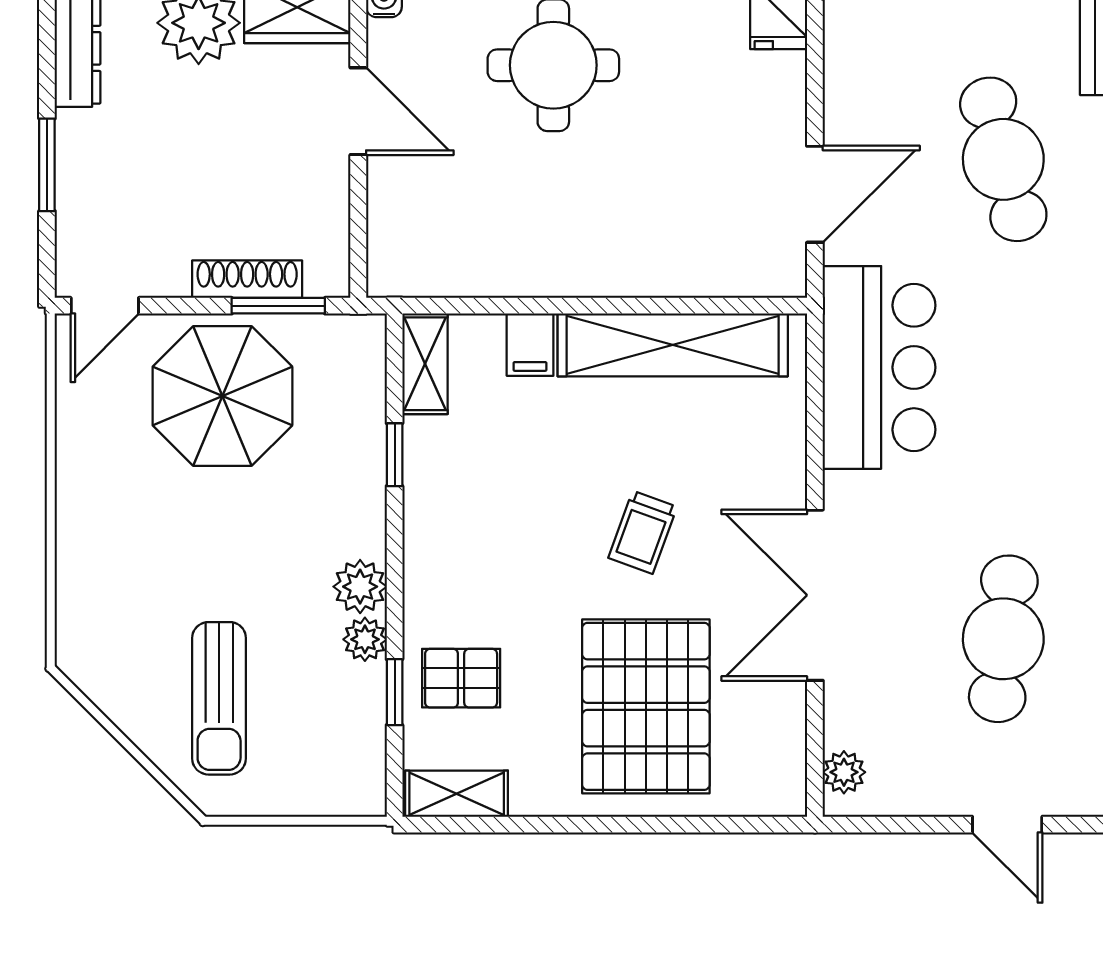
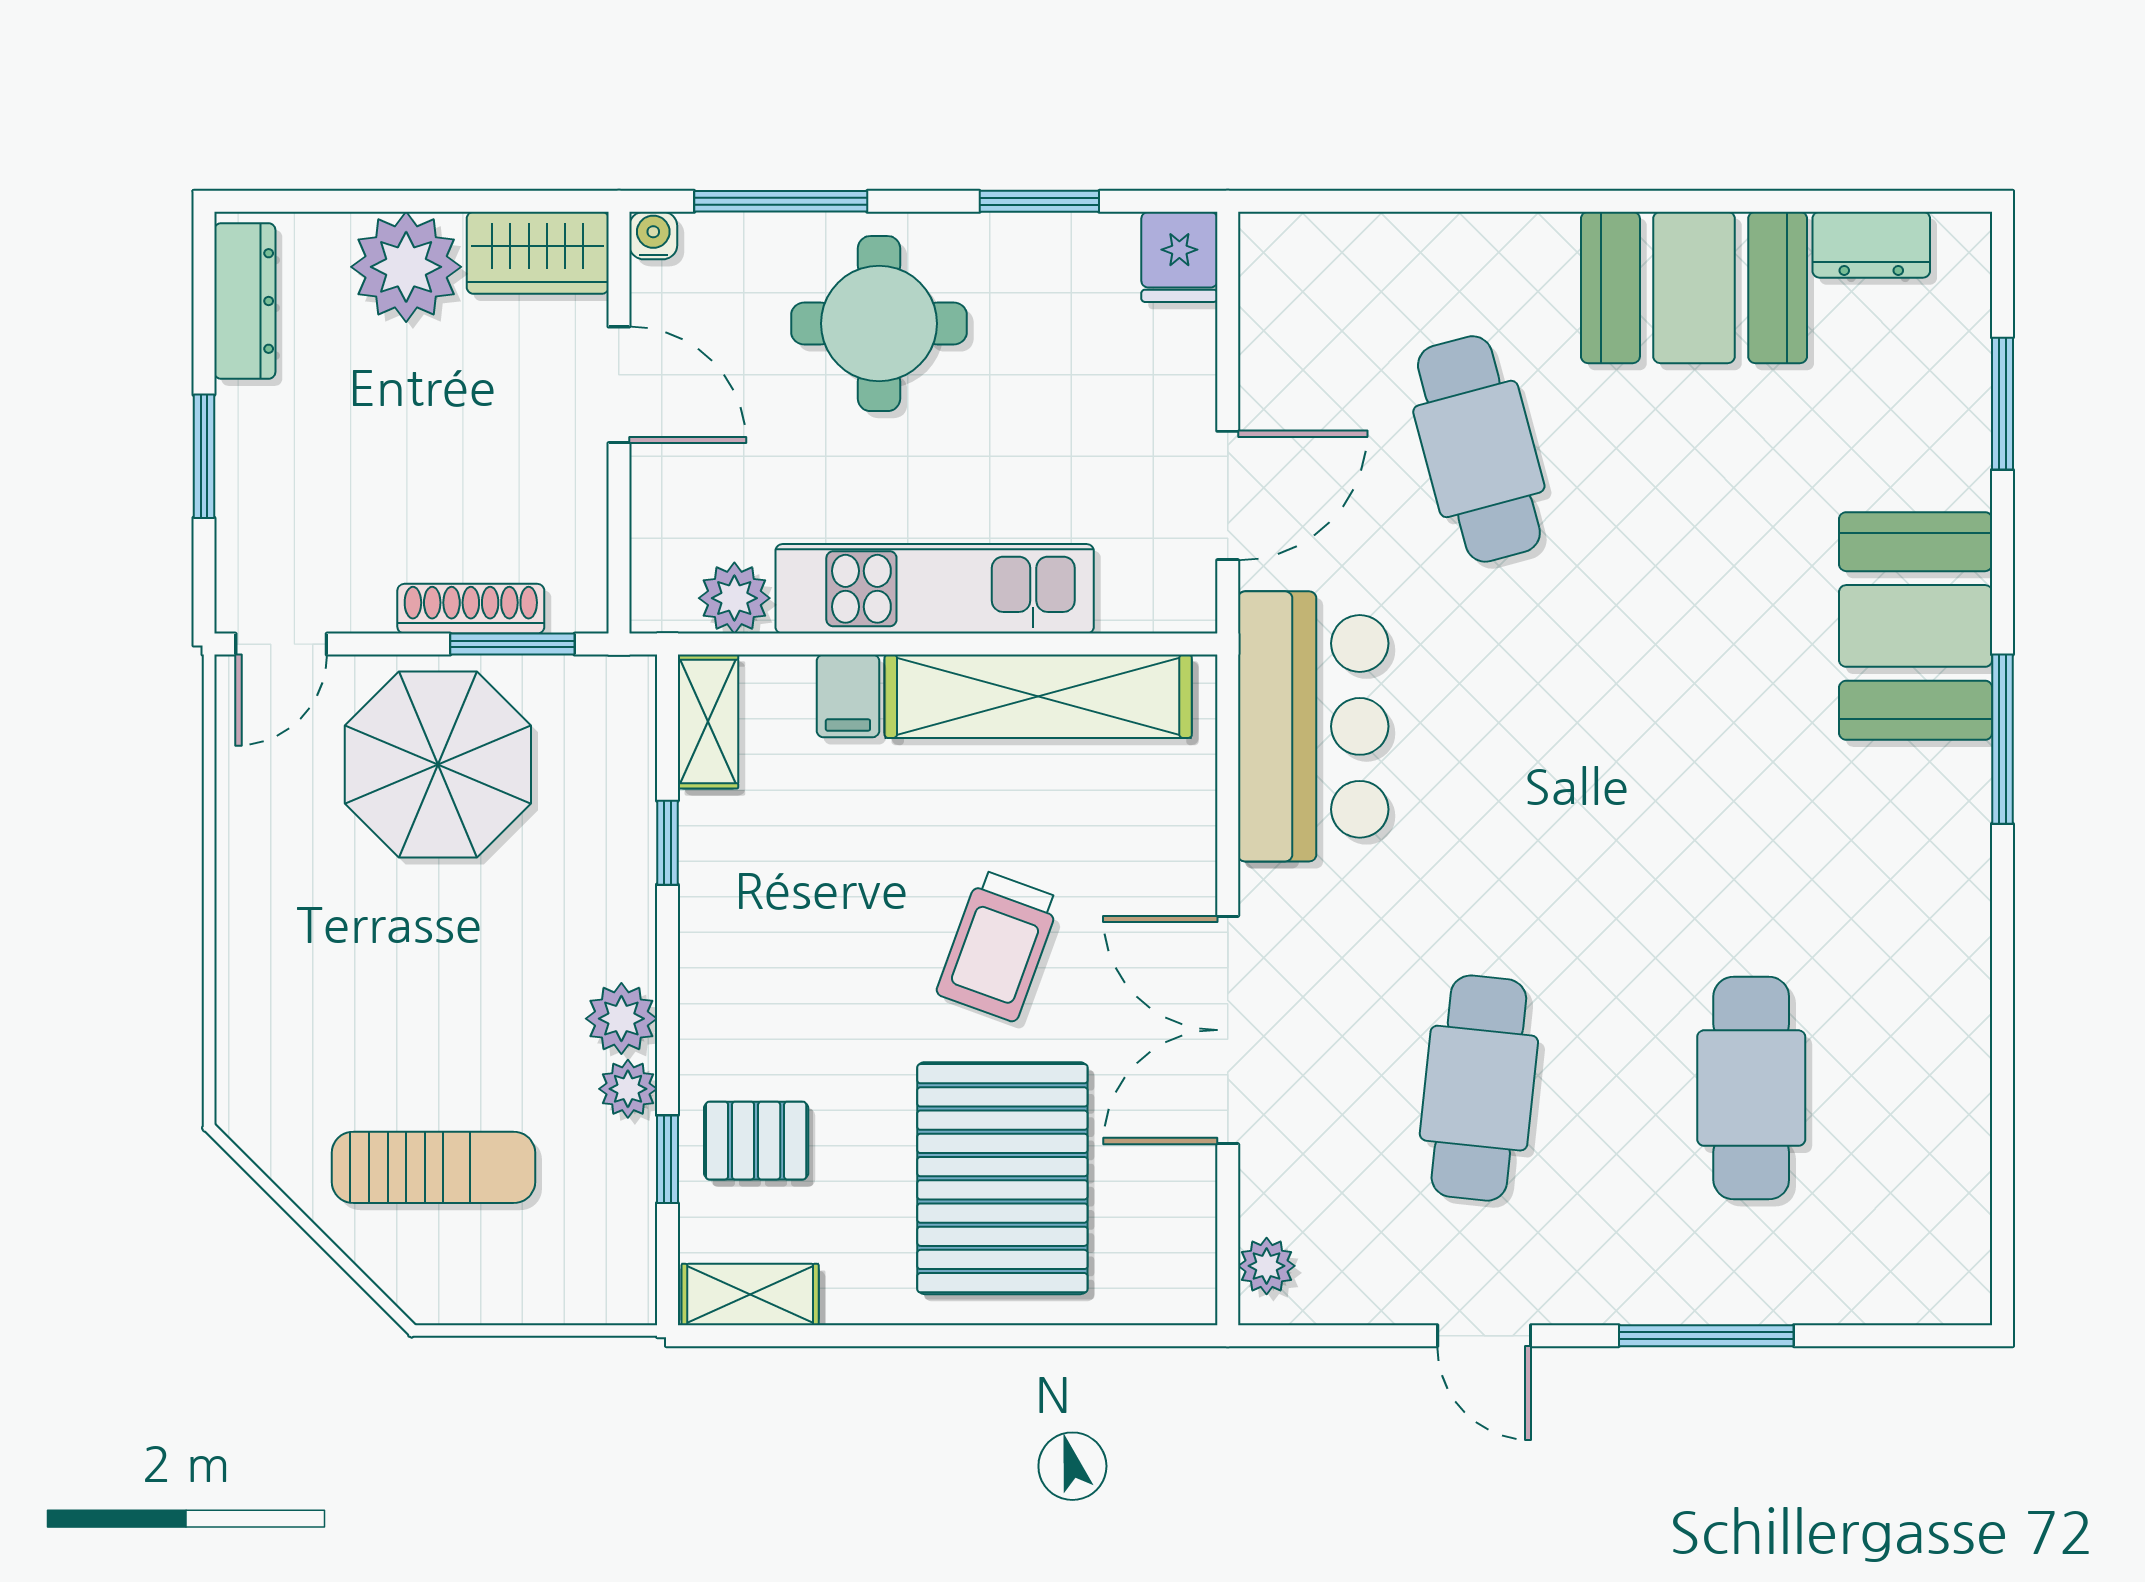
kitchen unit: (595, 264) -> (935, 589), added
plant: (445, 271) -> (734, 598), added
trolley: (643, 532) -> (998, 946), width x1.36, depth x1.39
sun lounger: (219, 698) -> (433, 1167), turned -90

